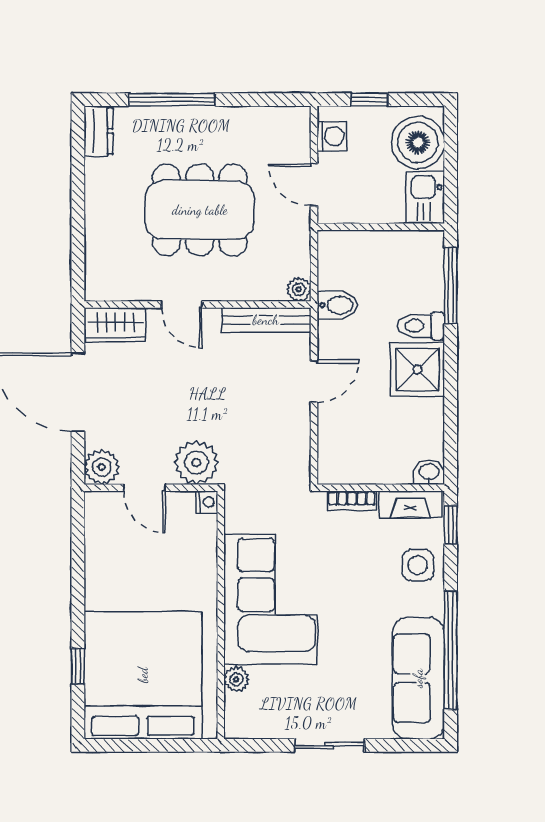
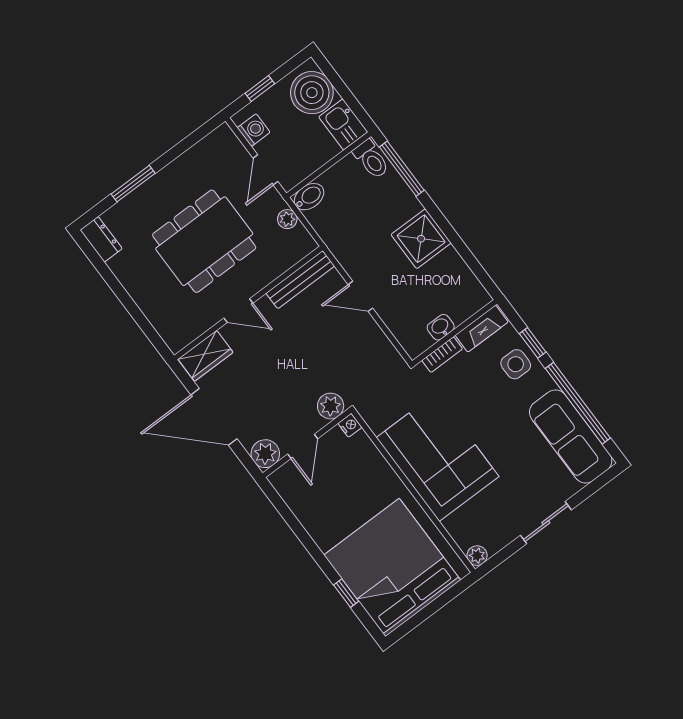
window: (172, 100) -> (133, 184), width x0.69
door: (314, 185) -> (265, 170), hinge flipped
plant: (299, 289) -> (287, 219), moved
bidet: (337, 305) -> (309, 197), moved
toilet: (421, 326) -> (371, 159), moved, turned -90
door: (314, 382) -> (360, 296), swing flipped
plant: (196, 463) -> (331, 406), width x0.73, depth x0.73
washbasin: (429, 472) -> (441, 327), moved
door: (144, 488) -> (303, 446), hinge flipped
window: (451, 525) -> (533, 343), moved
plant: (236, 679) -> (477, 556), moved

